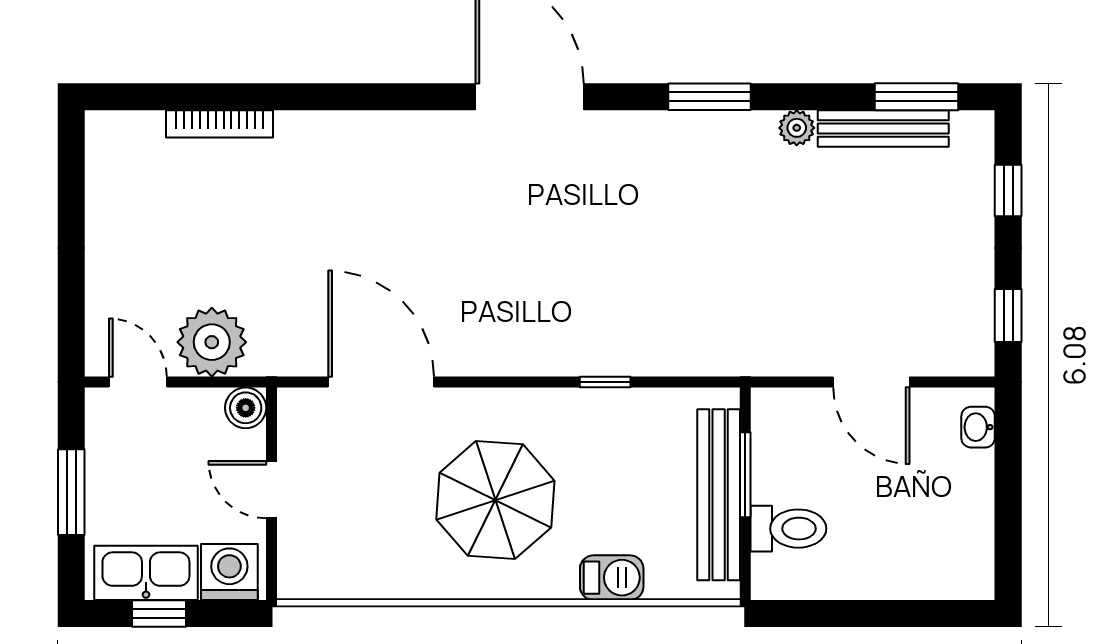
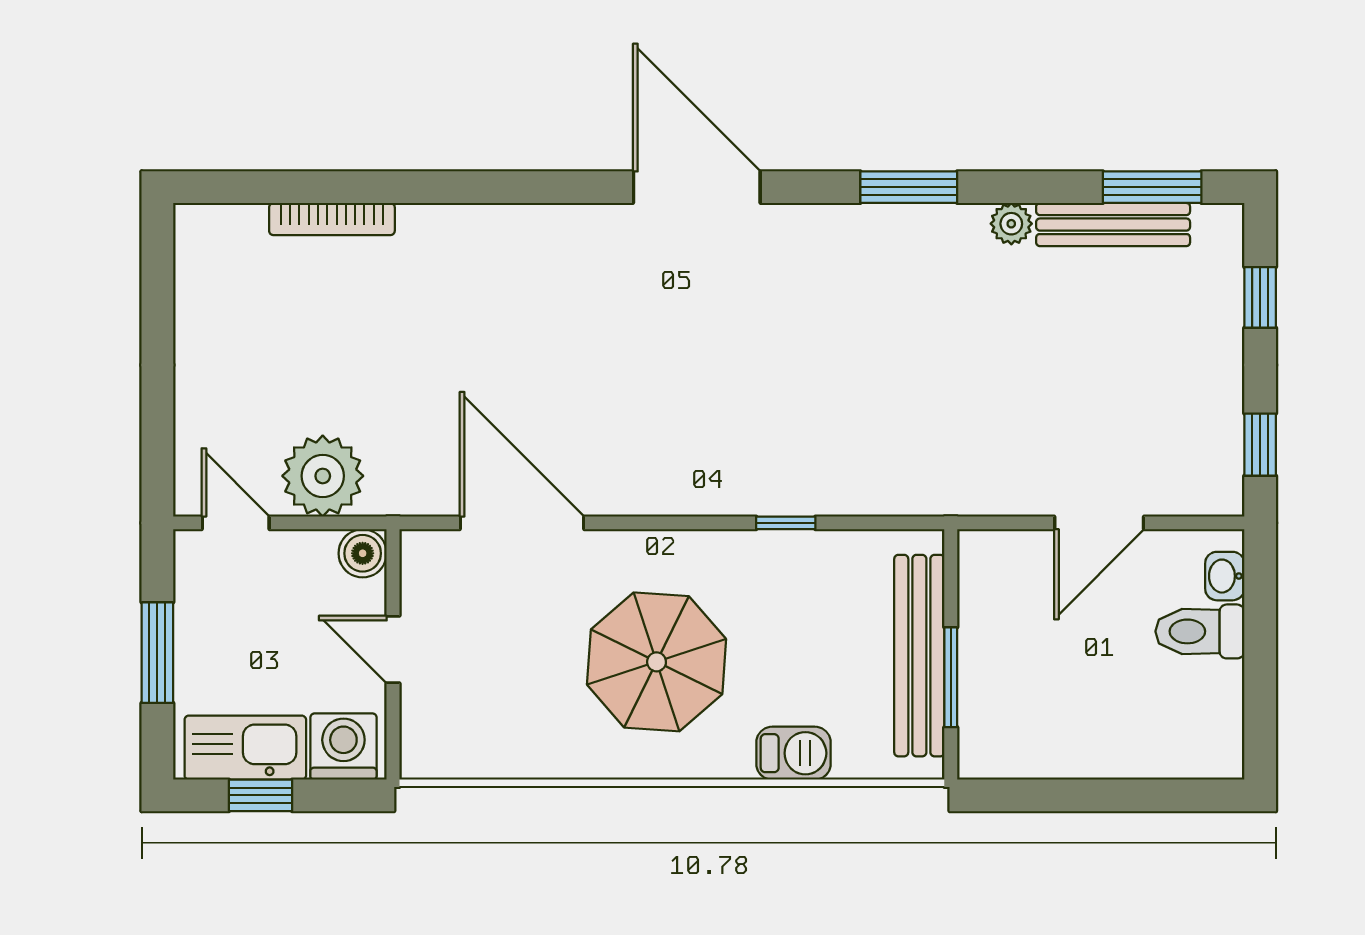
door: (871, 382) -> (1099, 523), hinge flipped
window: (745, 475) -> (951, 677), moved
toilet: (788, 529) -> (1200, 631), moved, turned 180

